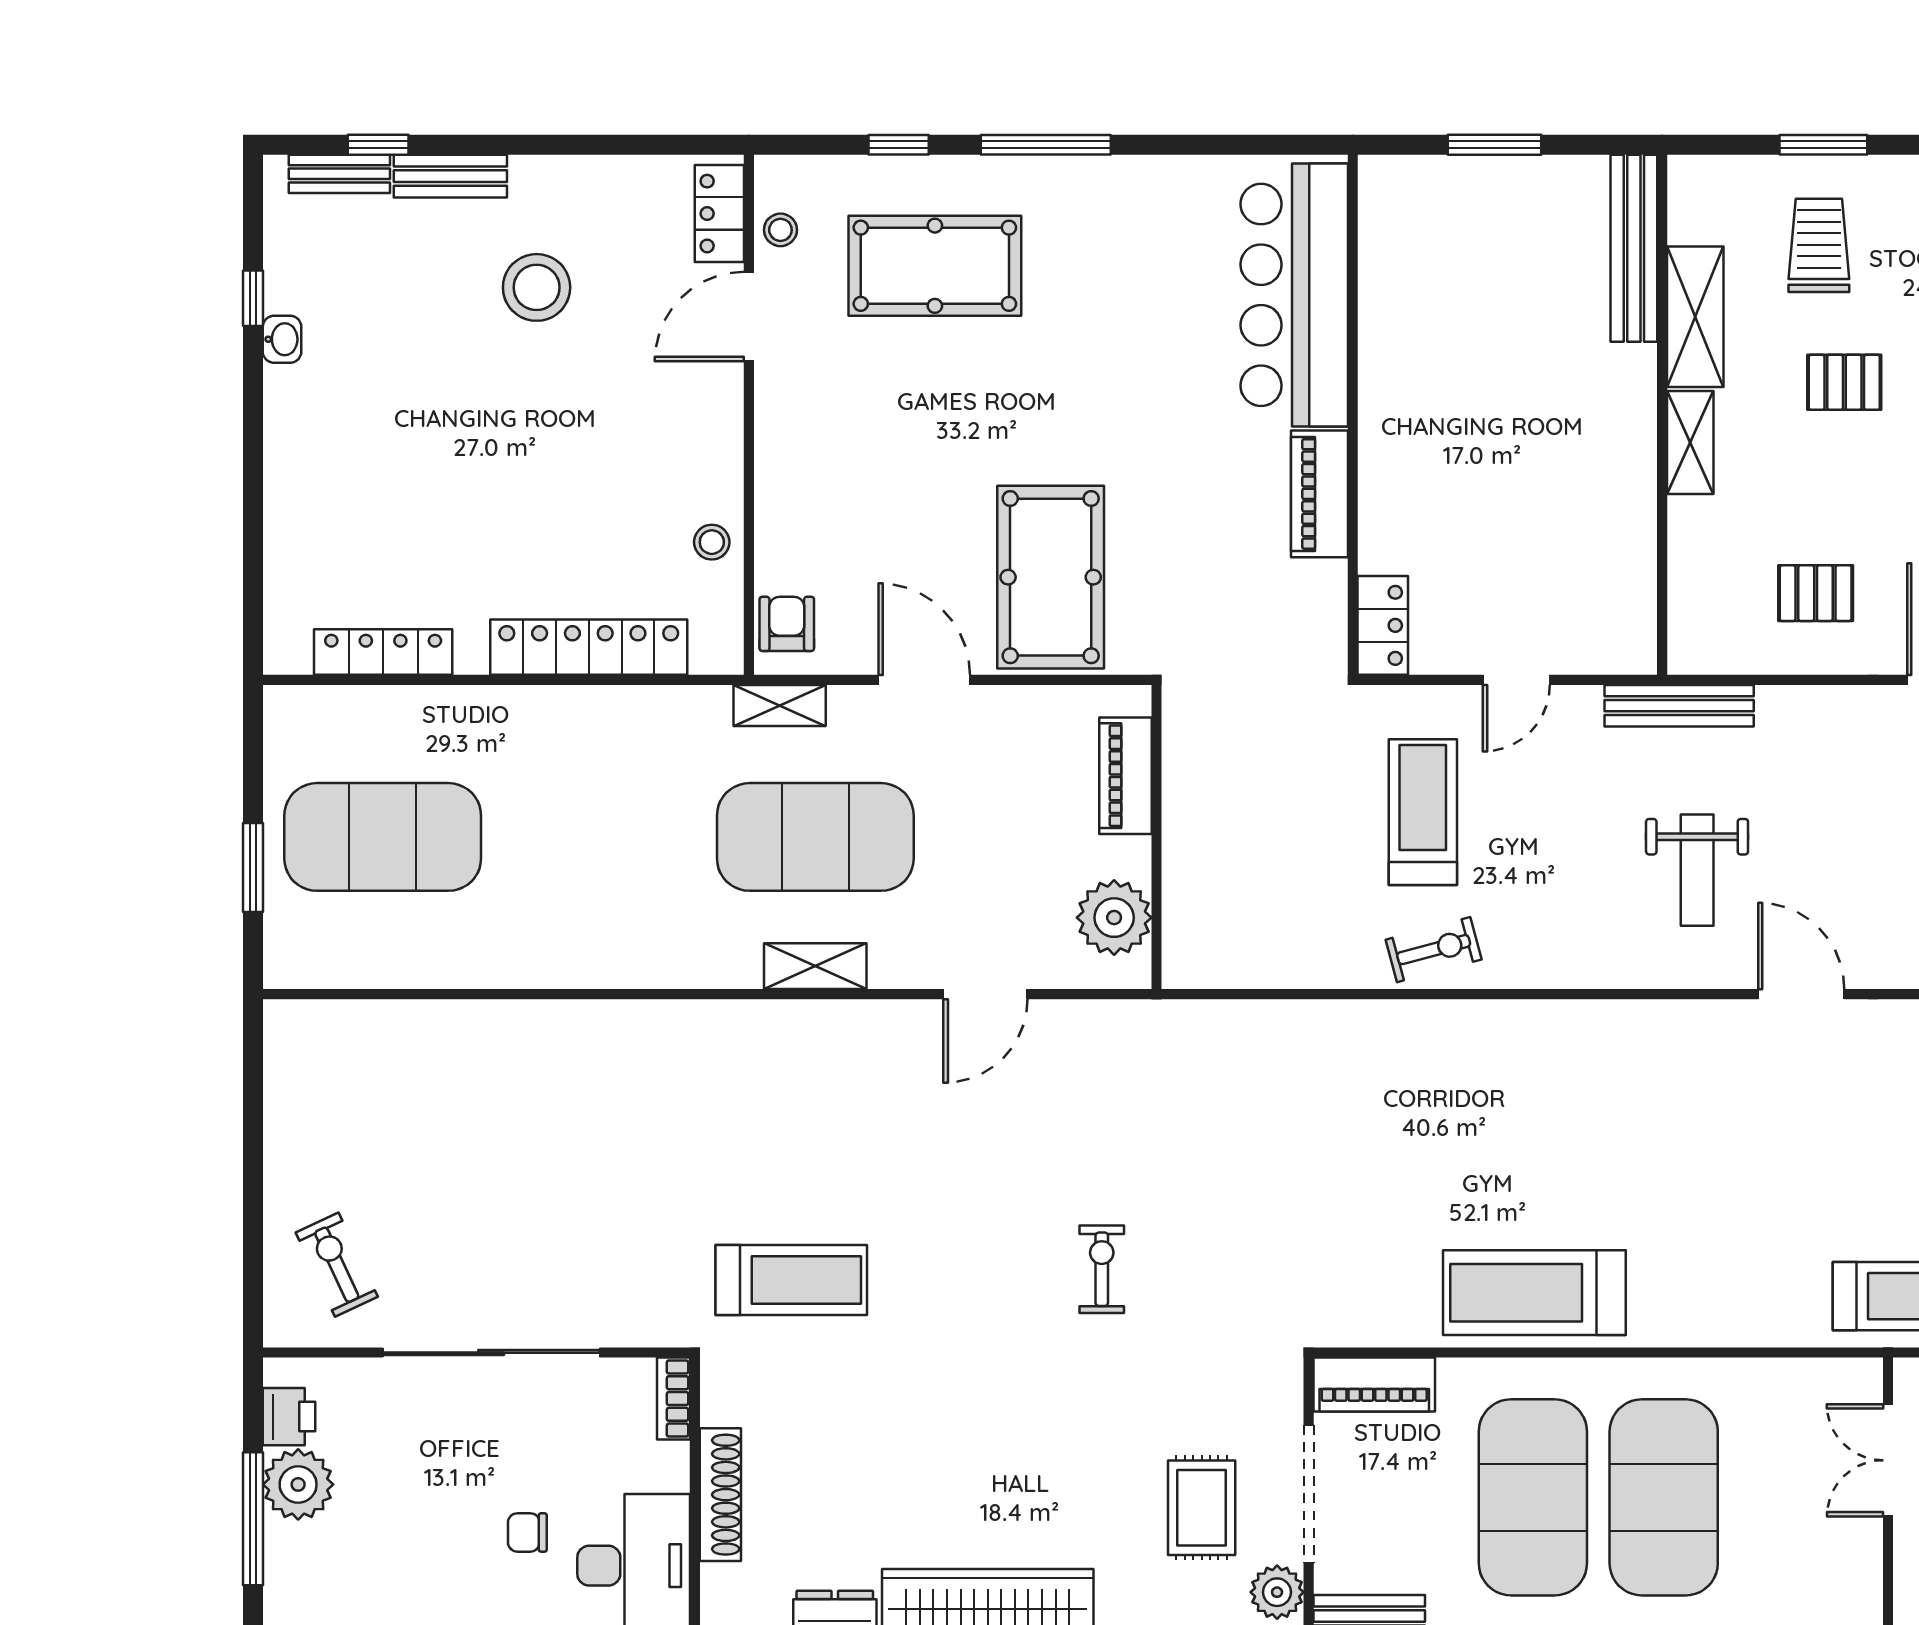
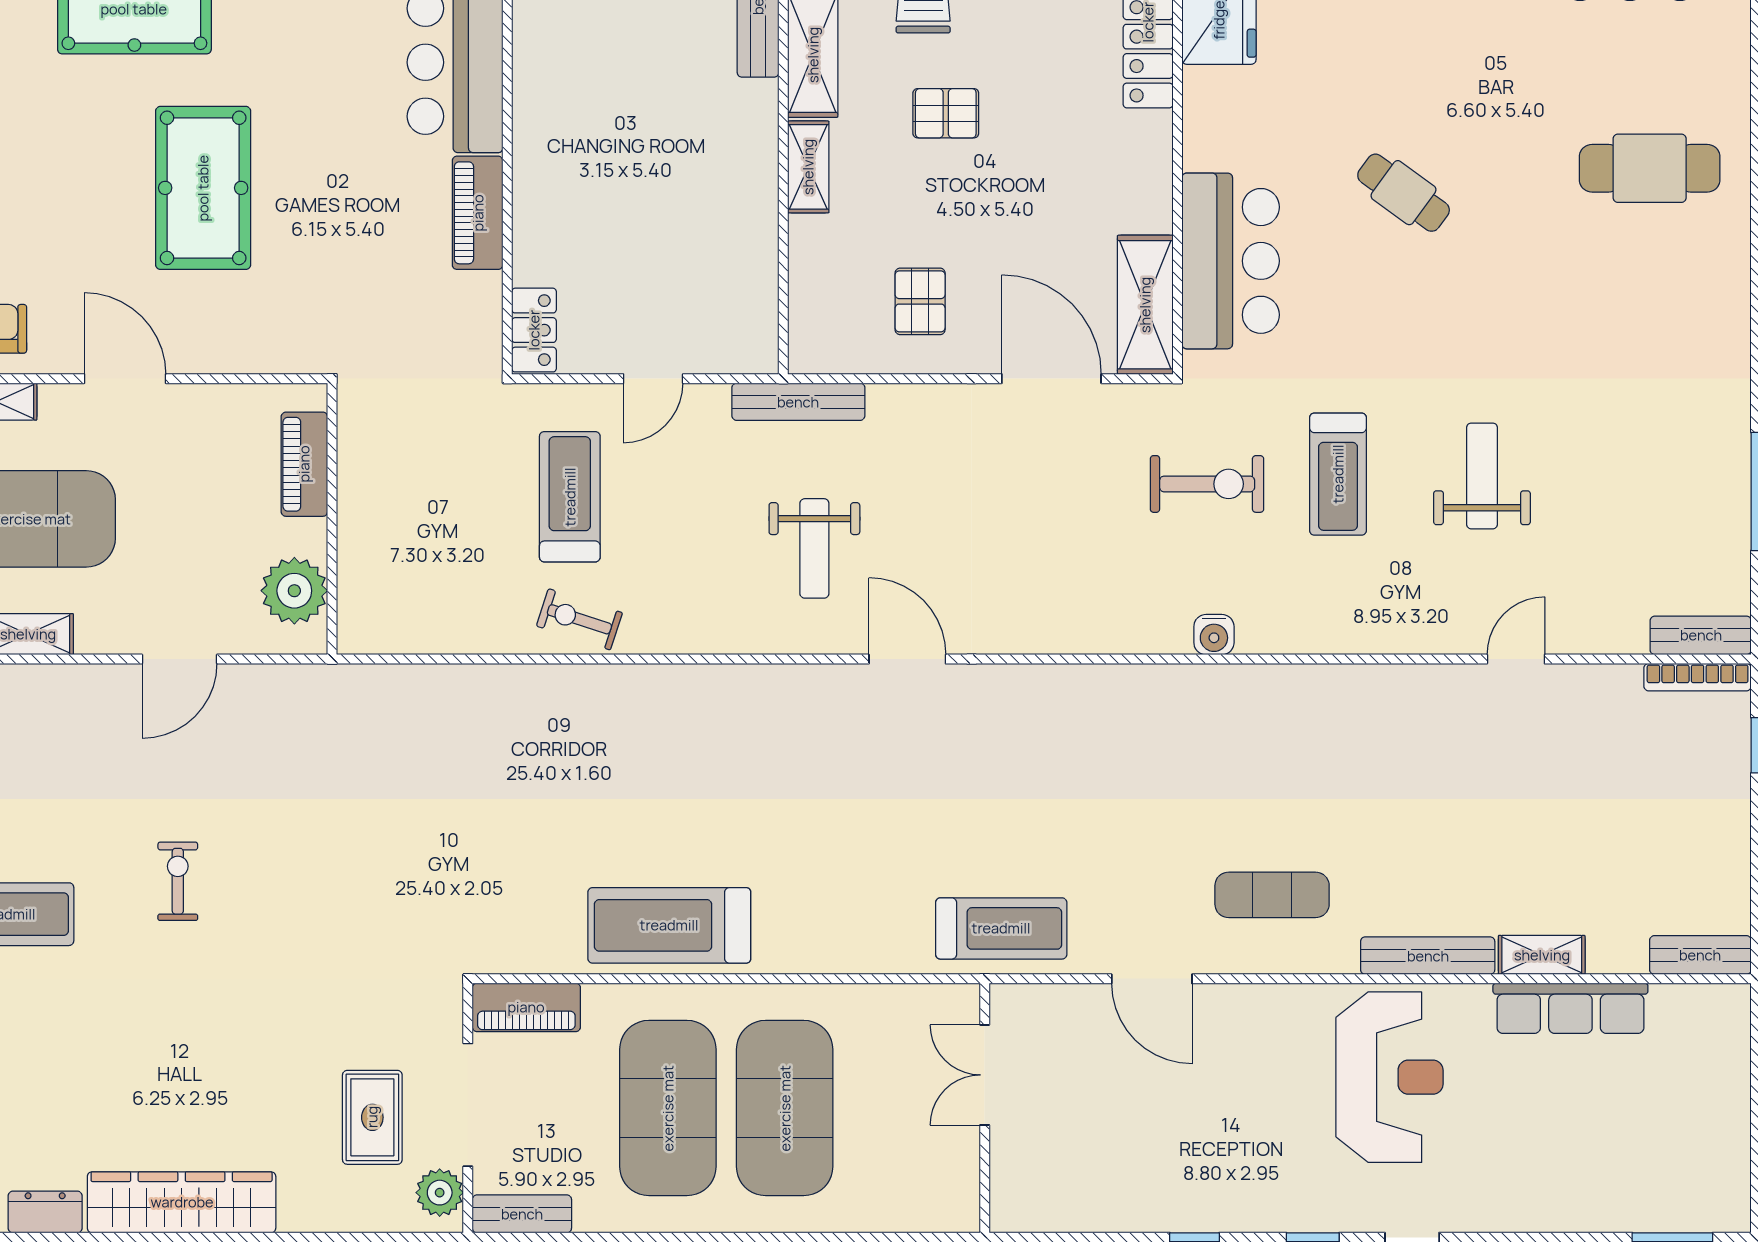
pool table: (1051, 577) -> (203, 188), moved
pallet: (1816, 593) -> (920, 301), turned 90
exercise bike: (1434, 950) -> (579, 619), turned -147
exercise bike: (1102, 1269) -> (178, 881), moved

